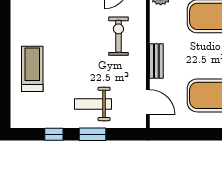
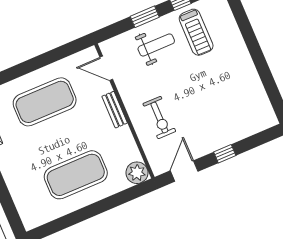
treadmill: (32, 69) -> (196, 32), moved

